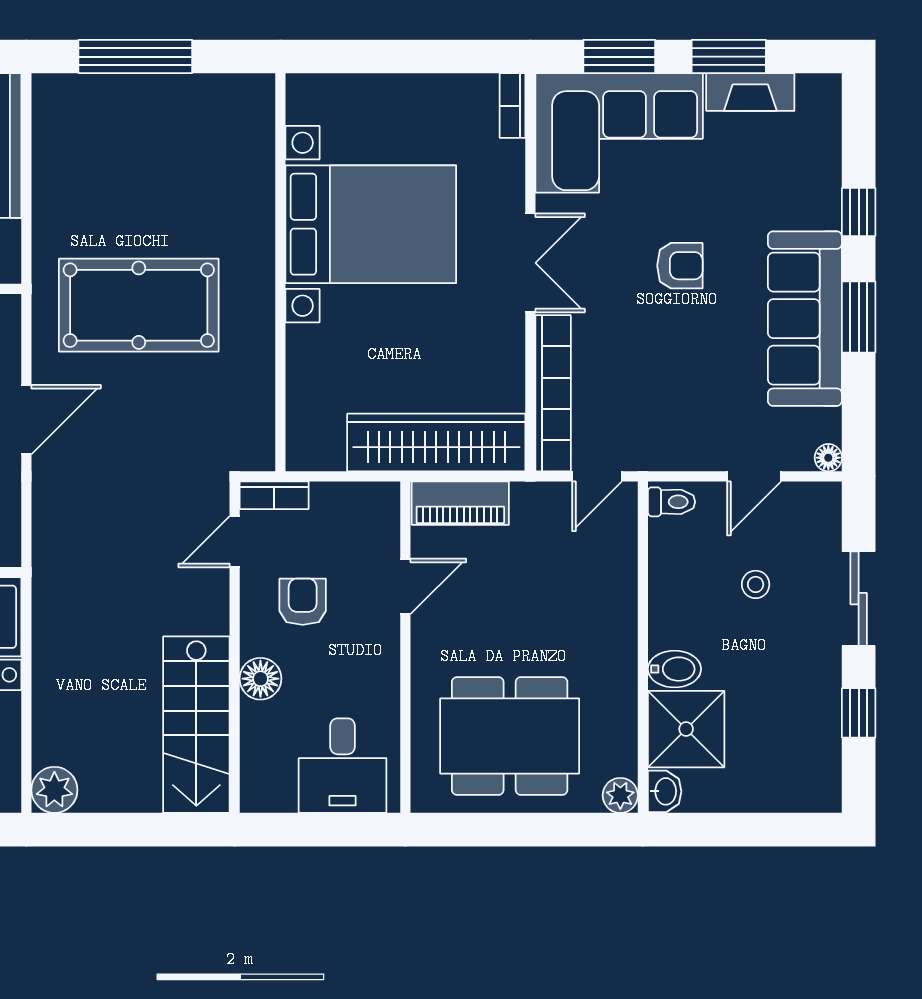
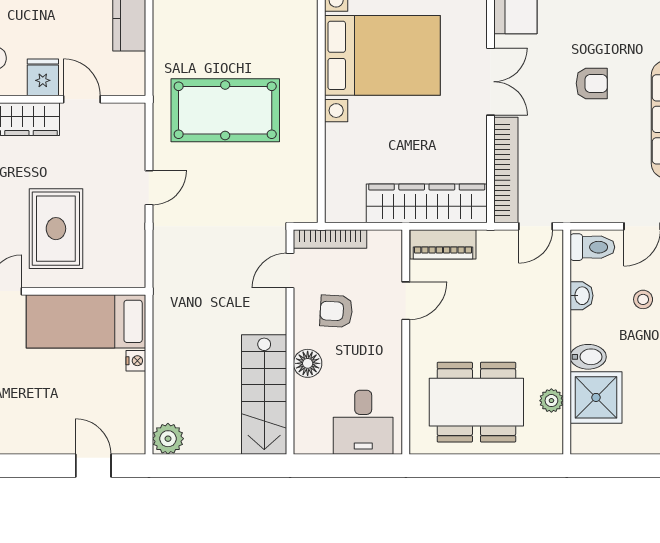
door: (26, 420) -> (149, 188), width x0.73
bookcase: (274, 495) -> (330, 239), width x1.56
toilet: (672, 502) -> (592, 247), width x1.37, depth x1.39
armchair: (303, 602) -> (336, 311), turned -87
washbasin: (665, 791) -> (581, 296), moved
plant: (620, 795) -> (551, 401), moved

